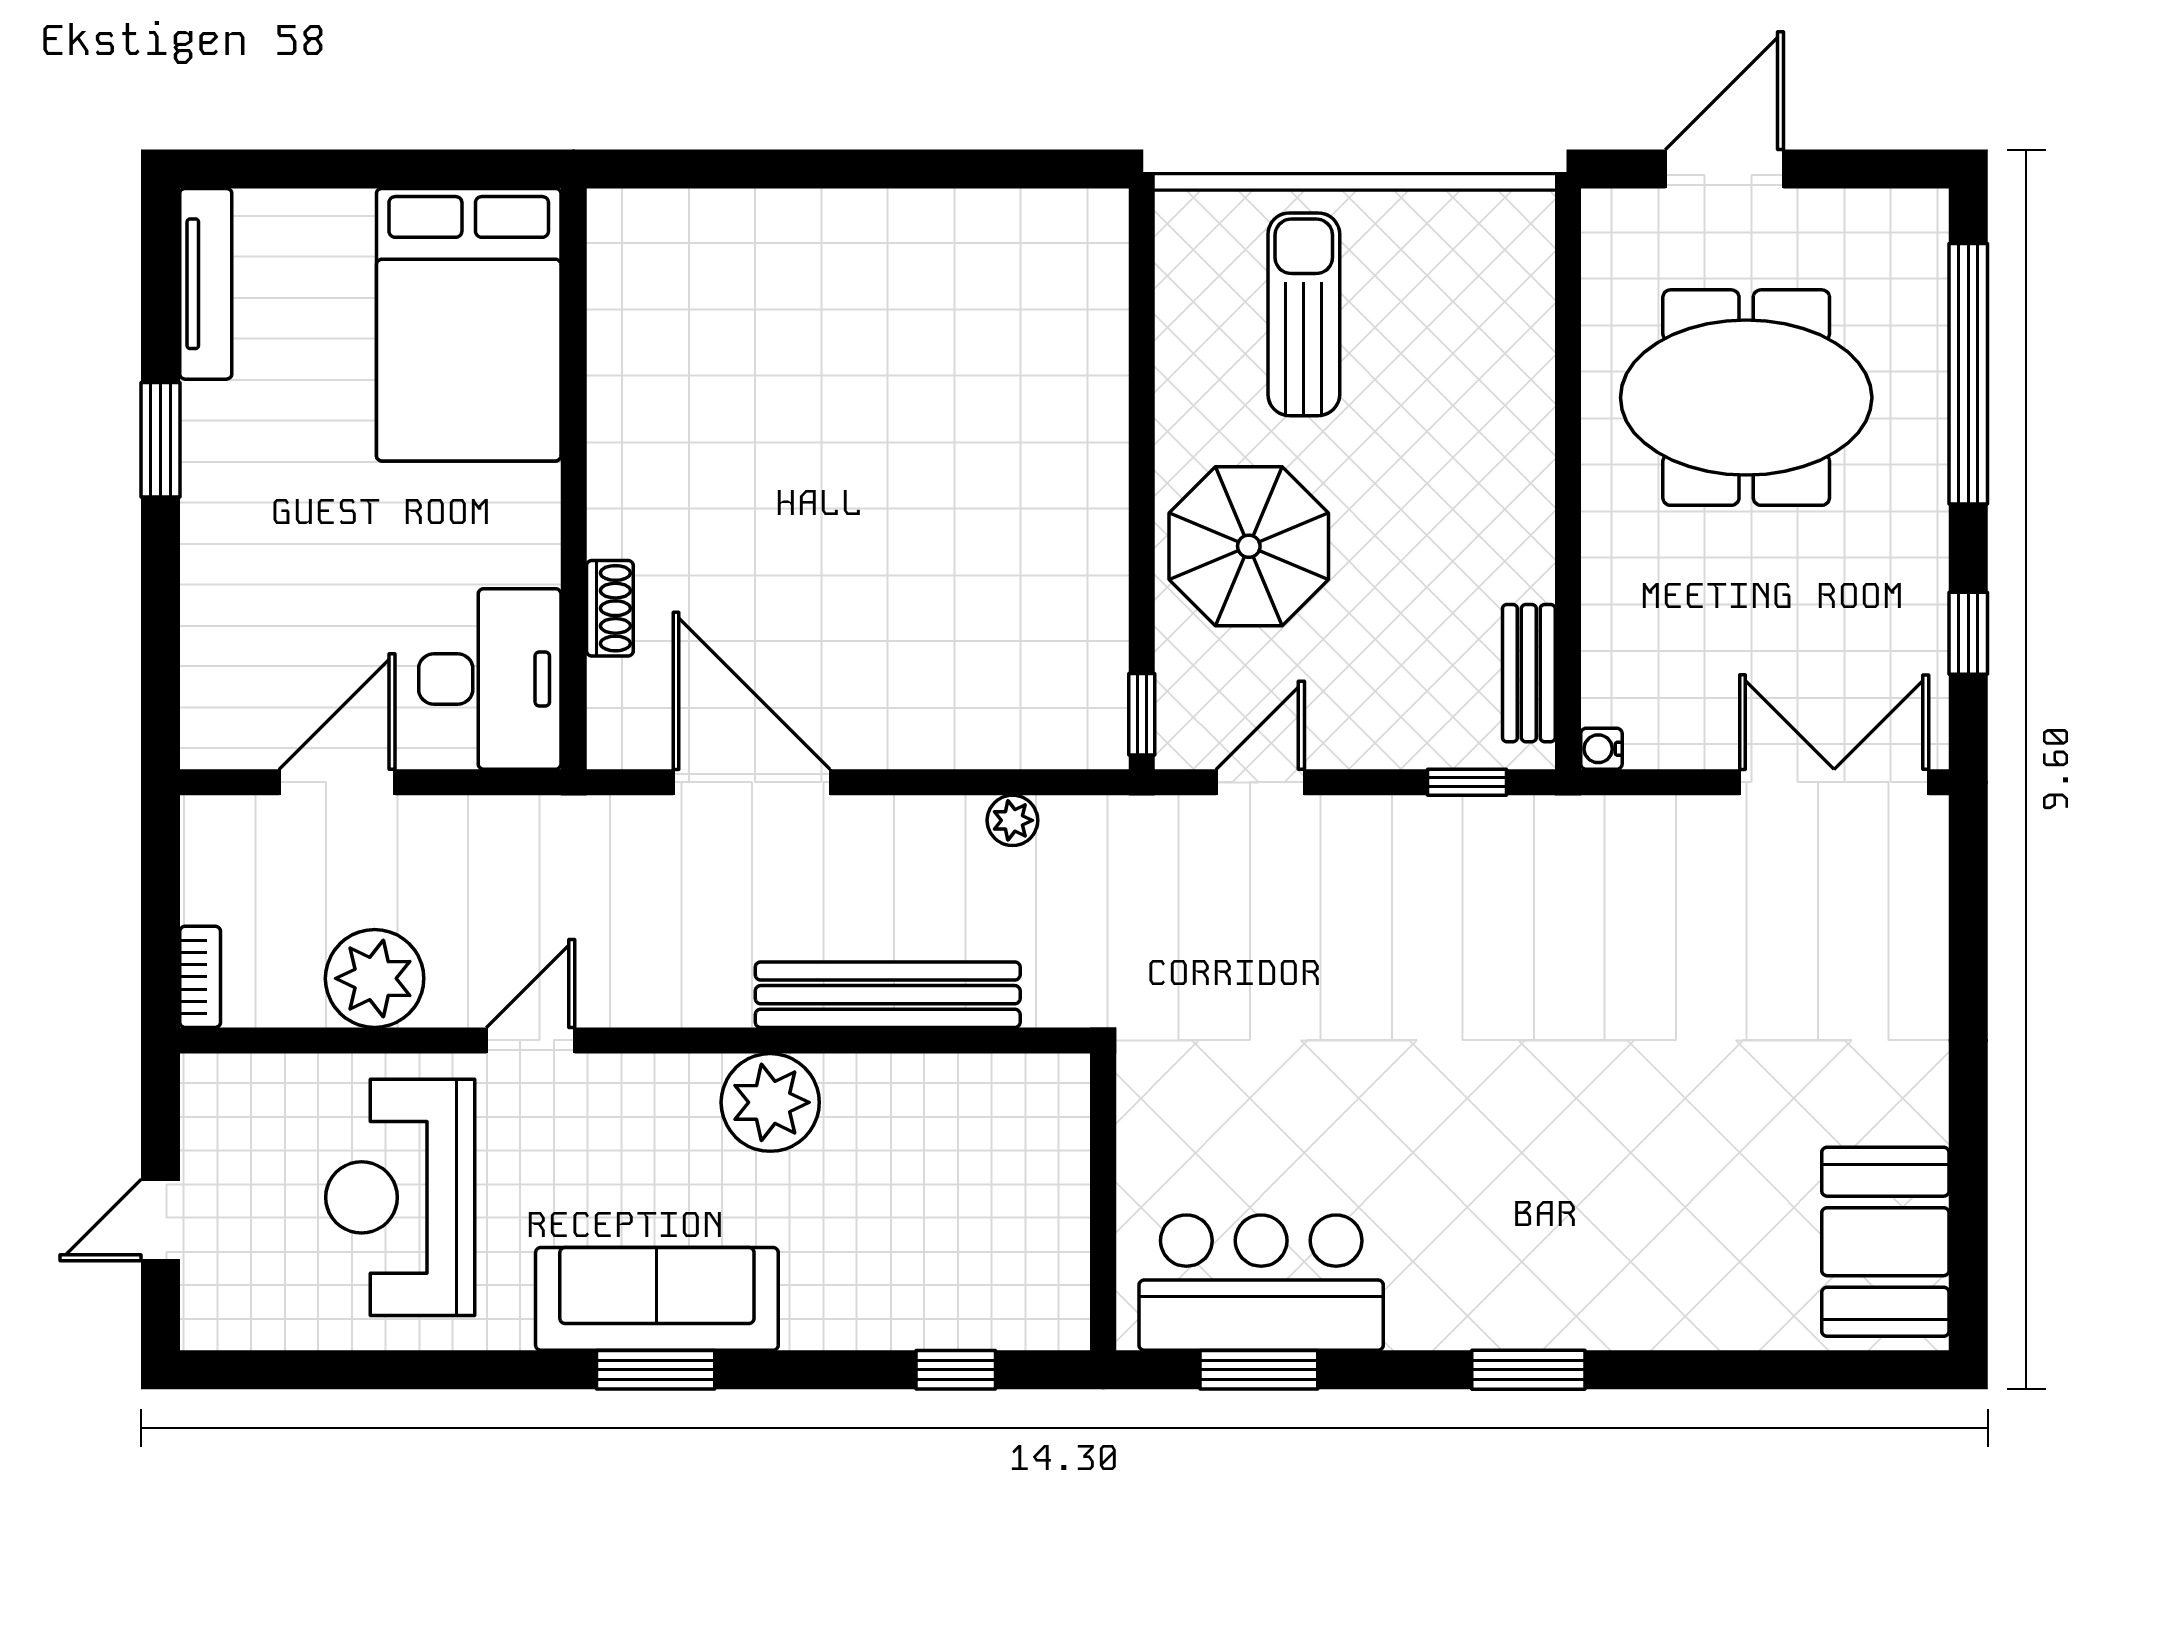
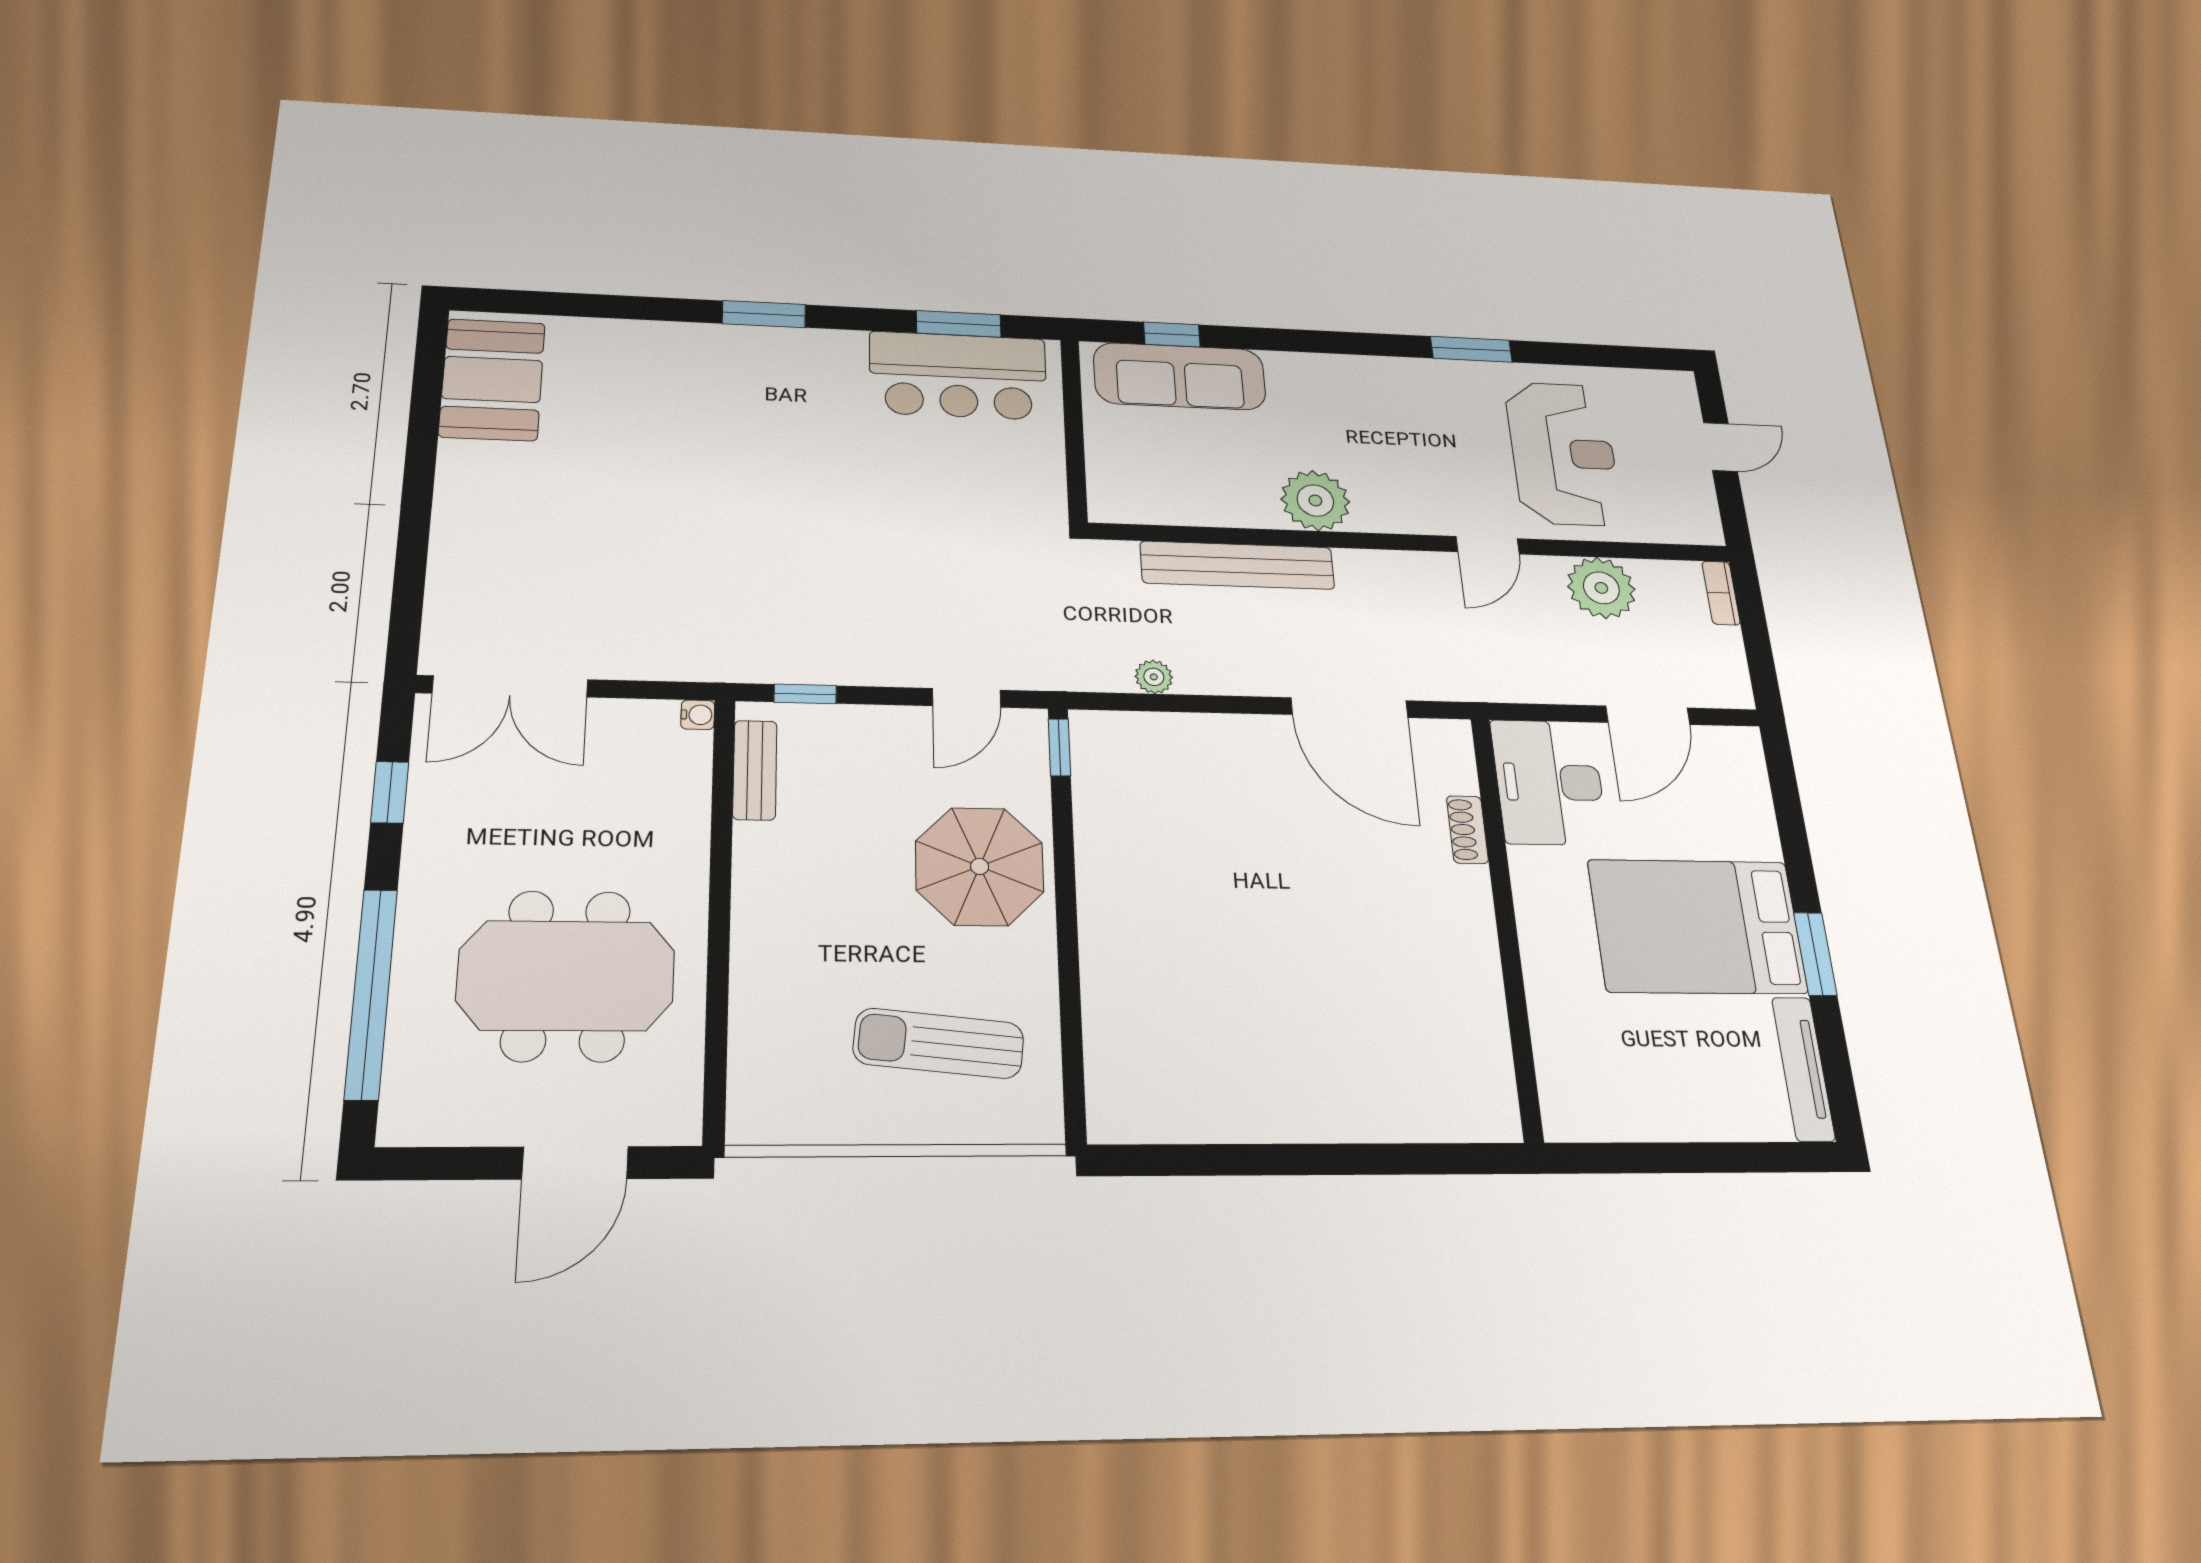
sun lounger: (1304, 314) -> (939, 1043), turned 96
bed: (469, 325) -> (1697, 926), moved, turned -90
sofa: (657, 1299) -> (1180, 376), moved
window: (656, 1370) -> (1471, 349), moved

